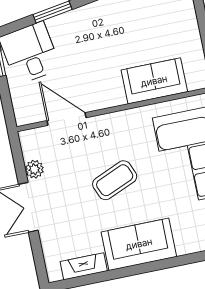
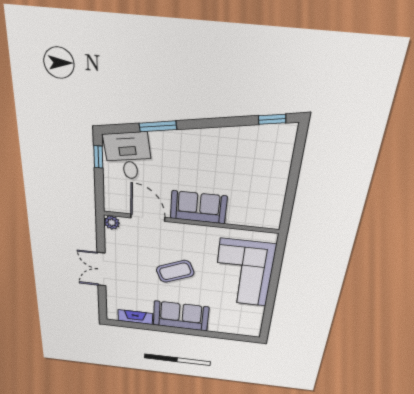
sofa: (154, 81) -> (198, 207), moved
plant: (34, 169) -> (112, 223), moved

